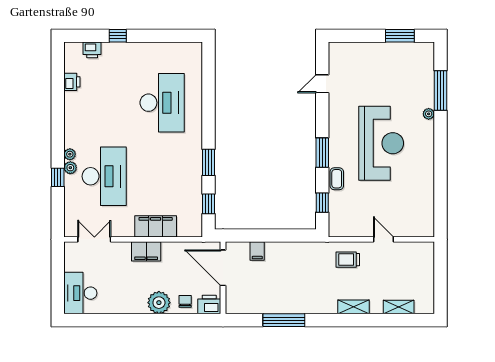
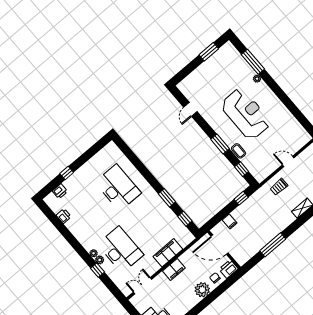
window: (293, 236) -> (241, 198), added

